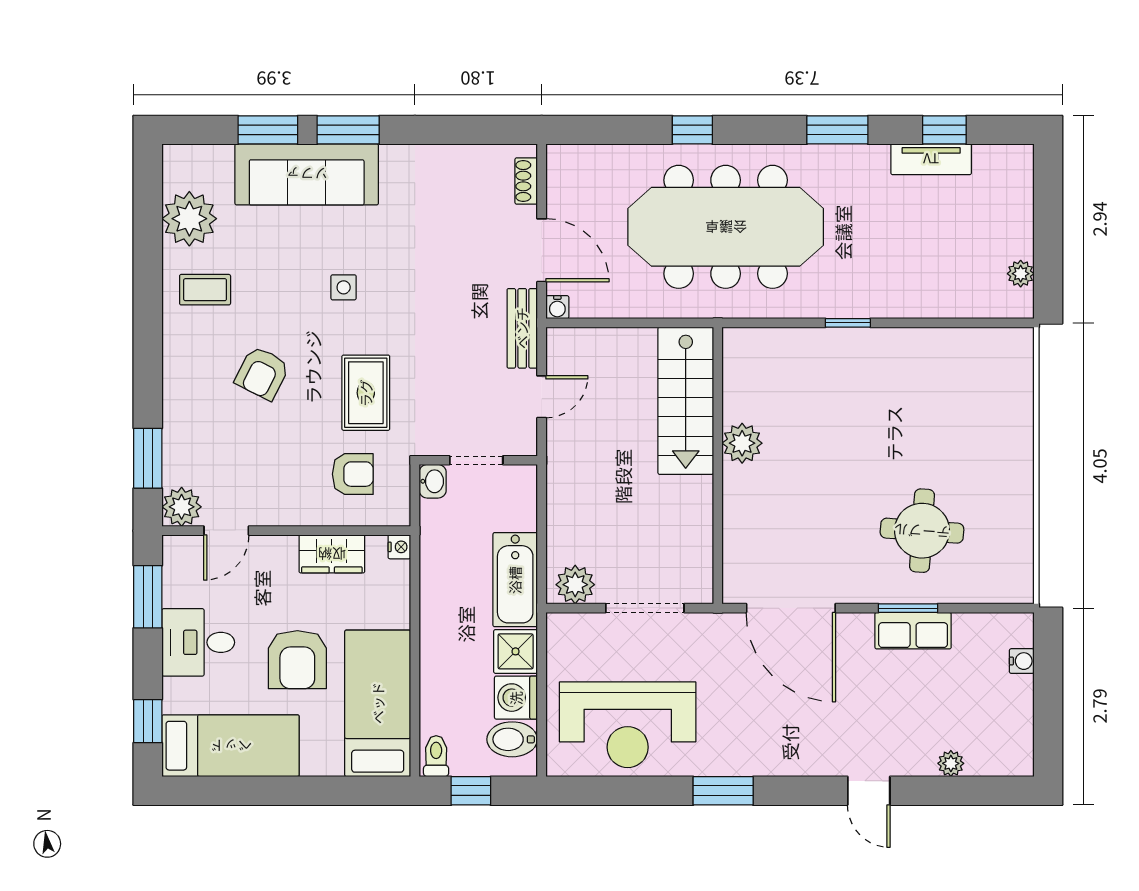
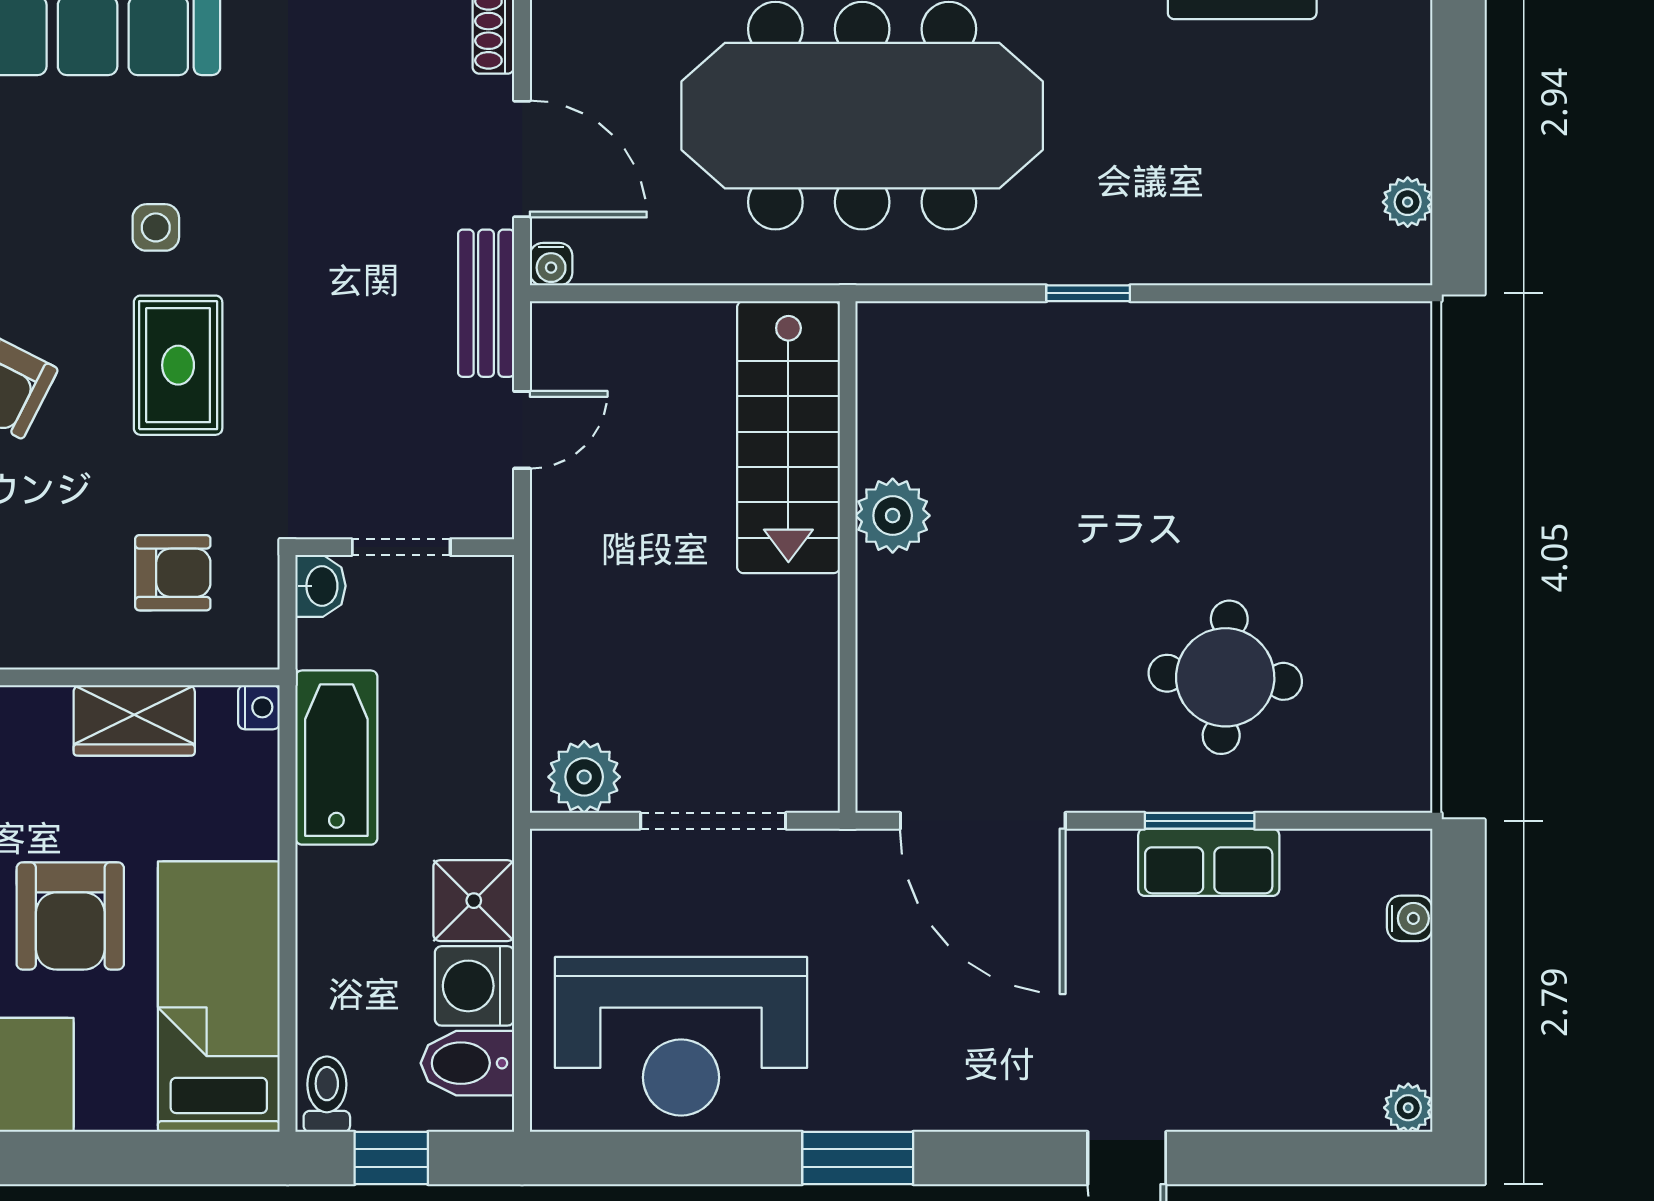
rug: (366, 393) -> (178, 365), moved
bathtub: (515, 580) -> (336, 758), moved, turned 180
plant: (951, 763) -> (1408, 1108), moved

